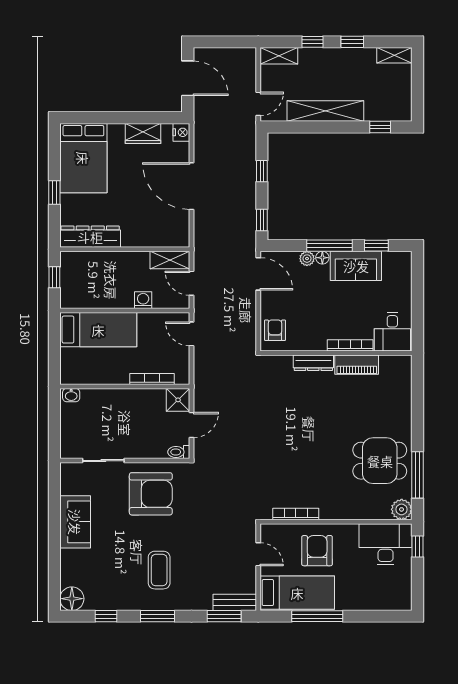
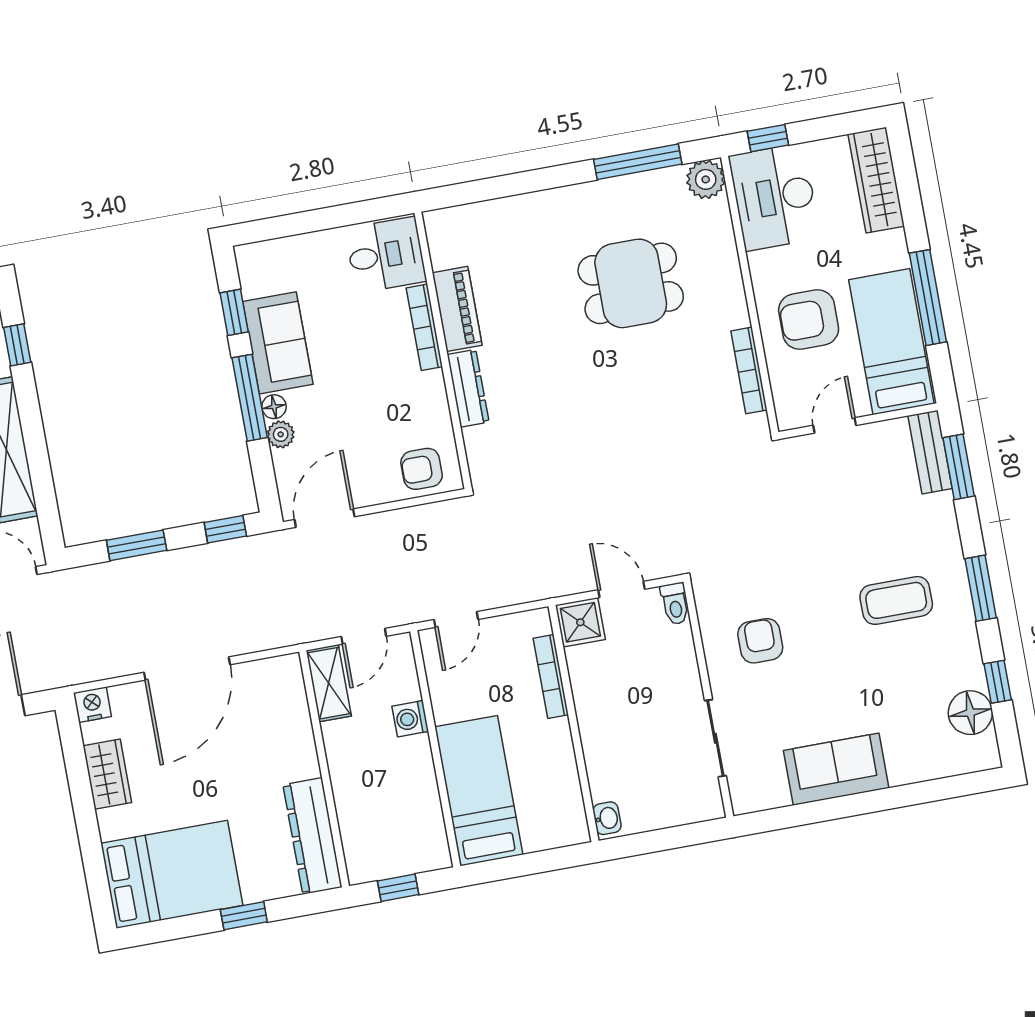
window: (262, 171) -> (137, 545), width x1.50
dining table: (380, 461) -> (631, 283), moved, turned 90
armchair: (151, 494) -> (760, 641), width x0.53, depth x0.53
floor lamp: (72, 599) -> (970, 713), moved
wardrobe: (385, 600) -> (876, 180), added

